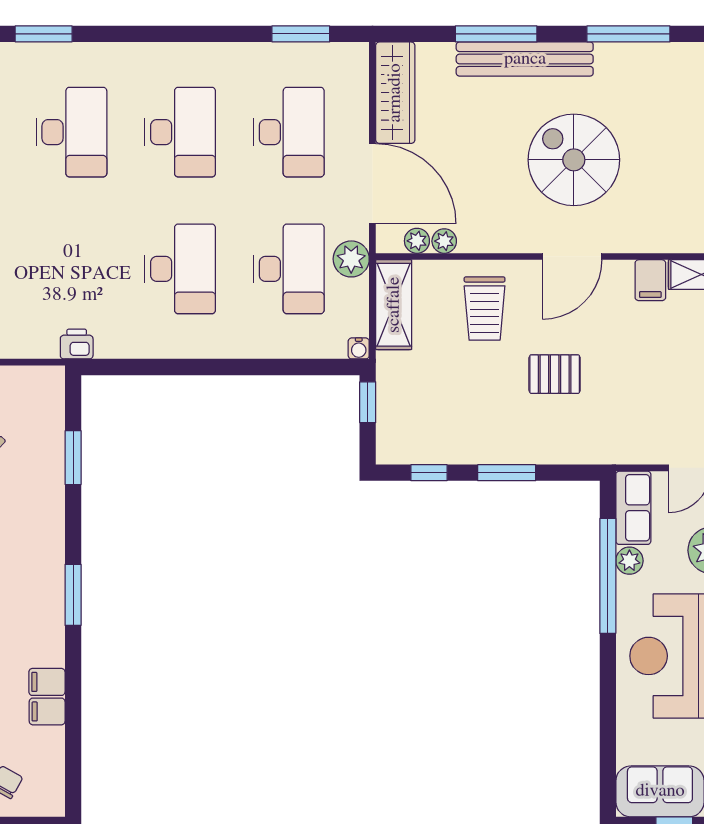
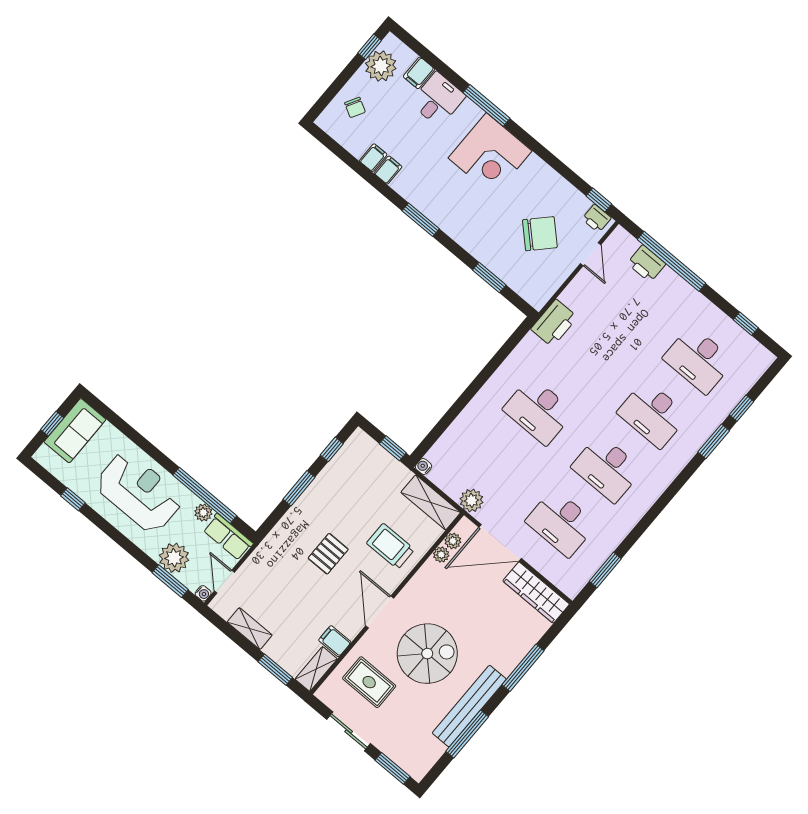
bench: (525, 59) -> (469, 706), moved
rug: (664, 200) -> (369, 682), added
desk: (289, 269) -> (493, 465), removed
printer: (77, 344) -> (554, 323), width x1.87, depth x1.48

